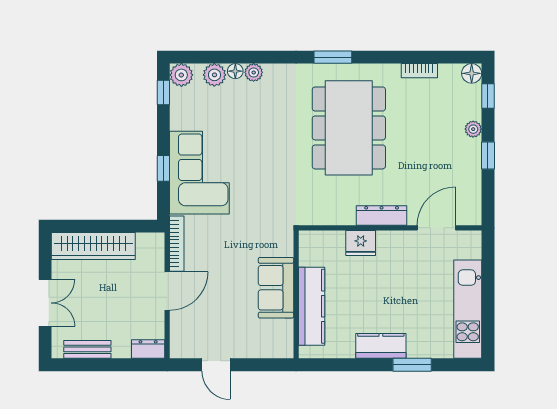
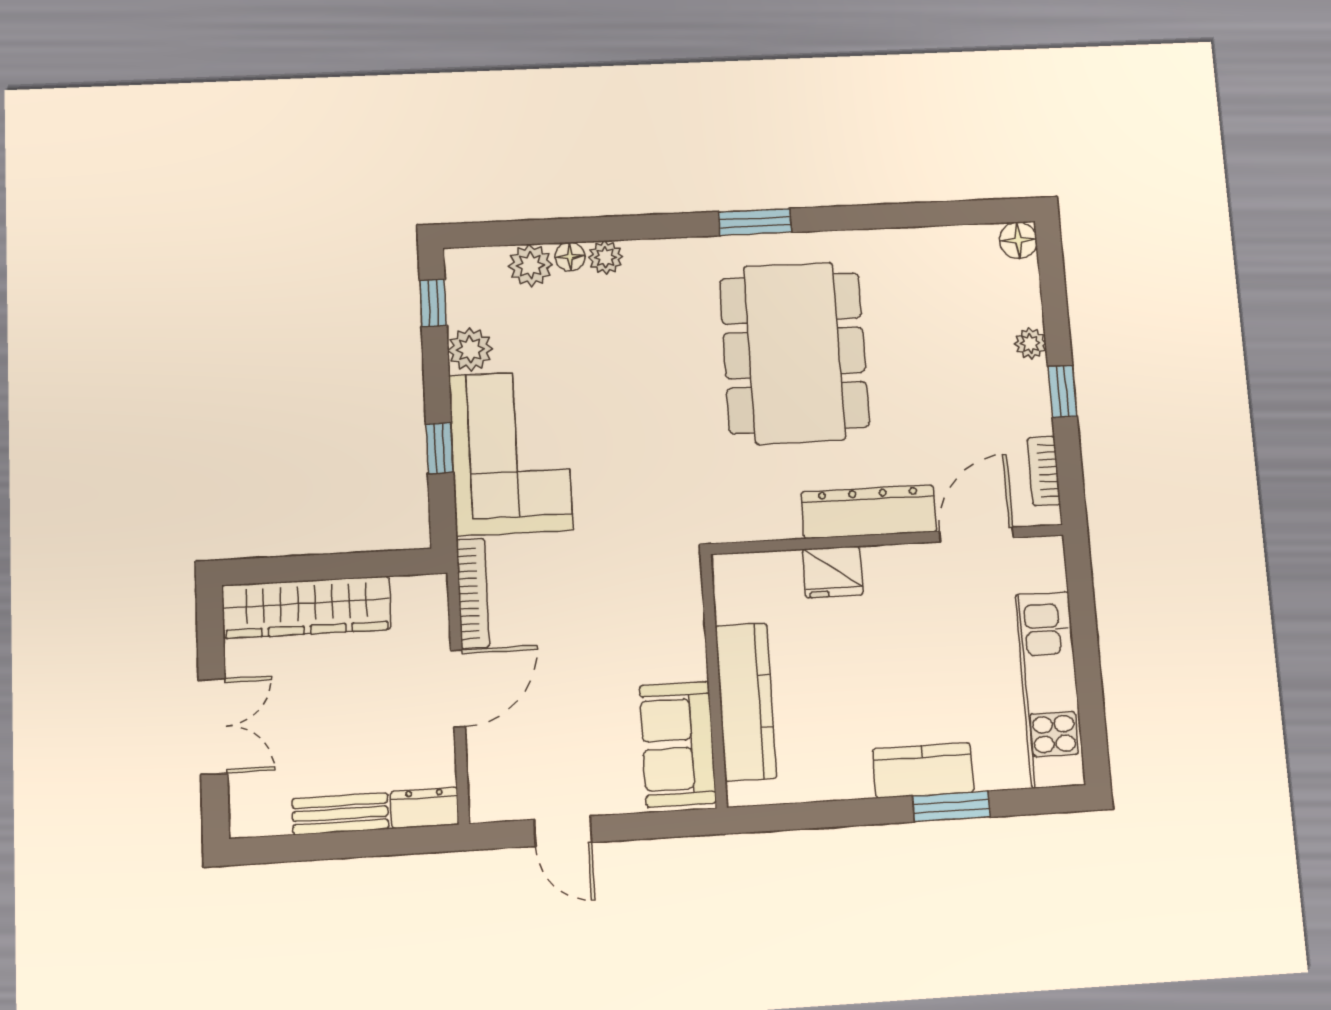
bookcase: (419, 71) -> (1044, 471), moved, turned 90
plant: (181, 75) -> (470, 349), moved
window: (488, 96) -> (1052, 281), removed
dresser: (382, 215) -> (869, 512), width x1.37, depth x1.24
sofa: (276, 288) -> (678, 744), moved
kitchen counter: (381, 346) -> (923, 770), moved
bench: (87, 349) -> (340, 814), moved

